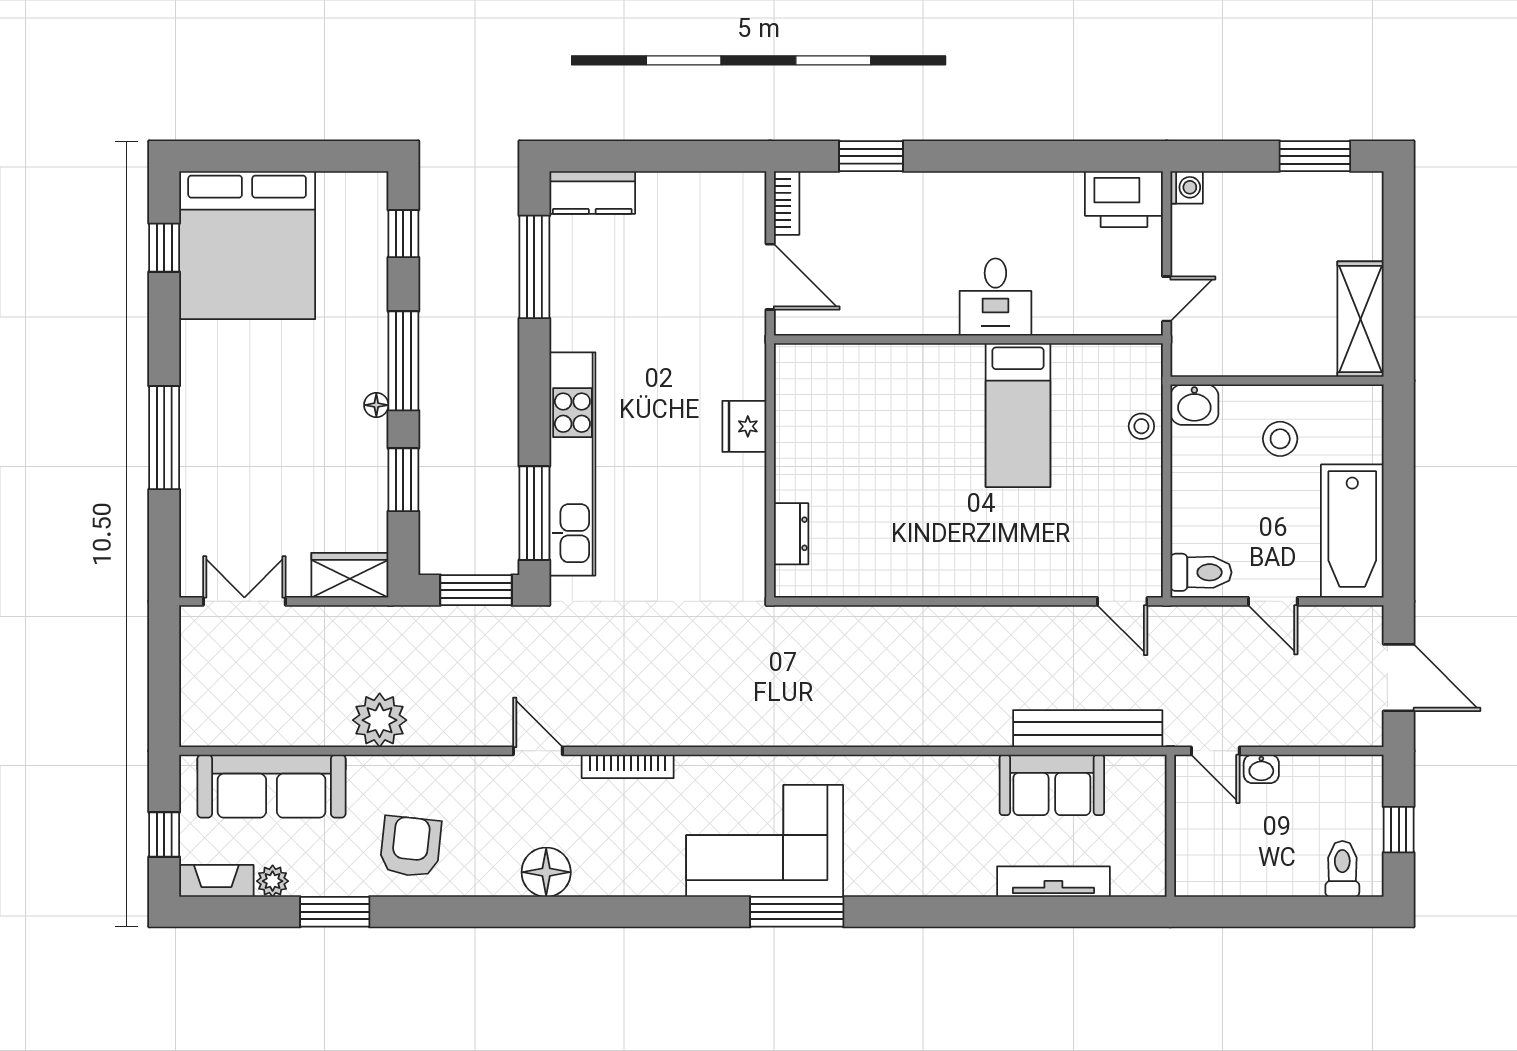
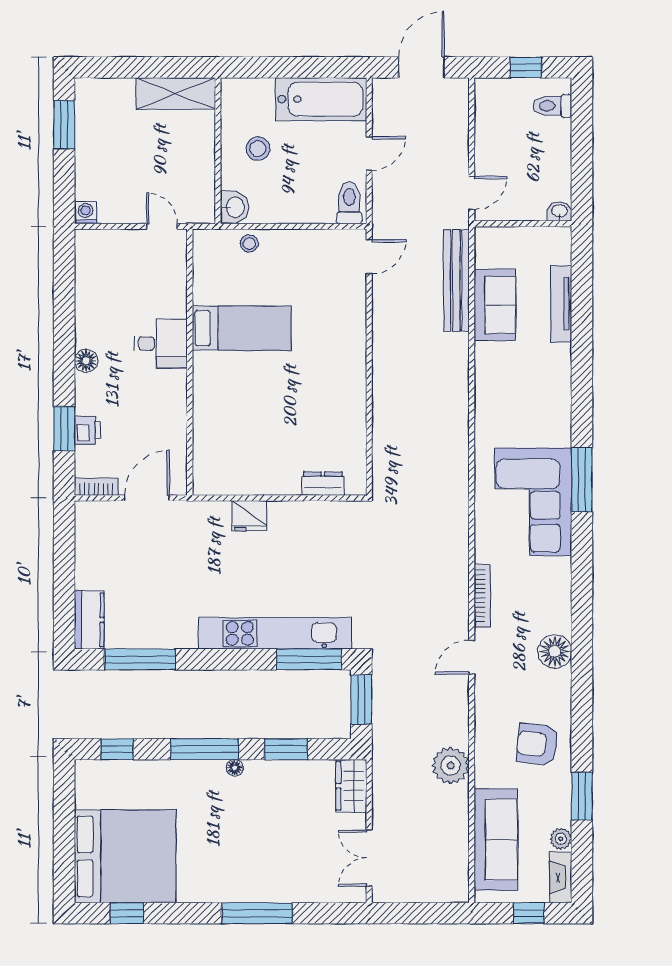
floor lamp: (970, 188) -> (86, 361), added
printer: (1124, 199) -> (87, 430), moved, width x0.53, depth x0.68
washbasin: (1261, 769) -> (560, 211), moved, turned -90

